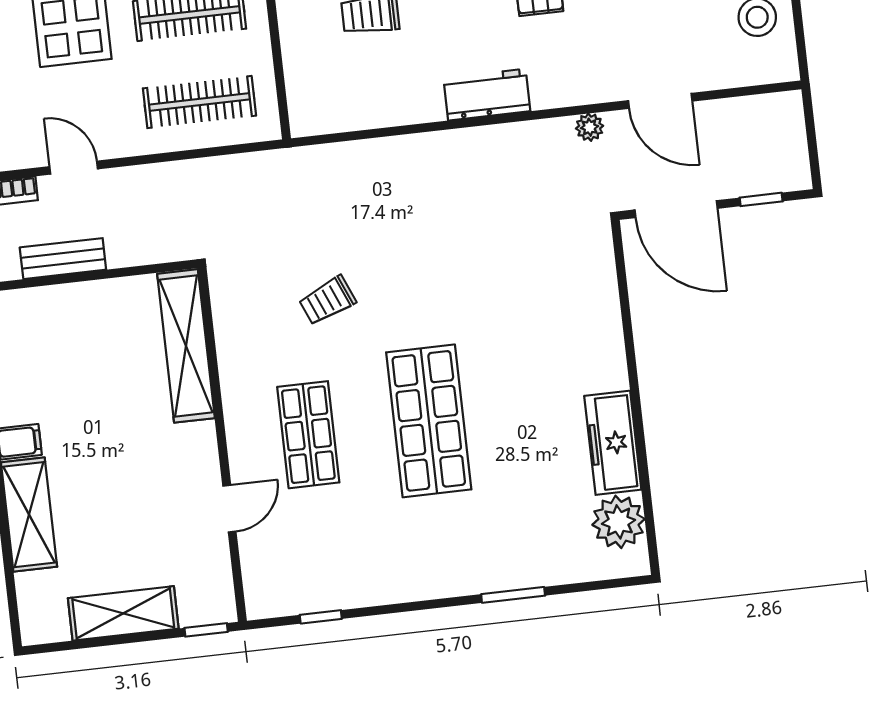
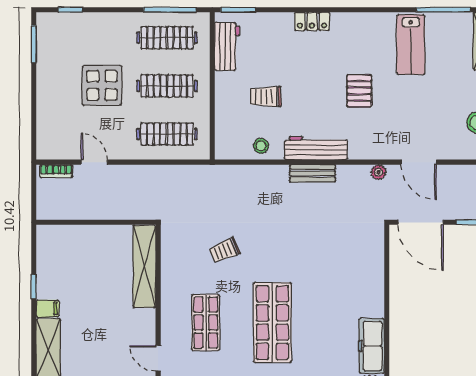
workbench: (487, 95) -> (316, 148), width x1.38
stool: (372, 104) -> (261, 146), added
bench: (63, 259) -> (312, 173), moved
door: (229, 509) -> (158, 358), swing flipped

